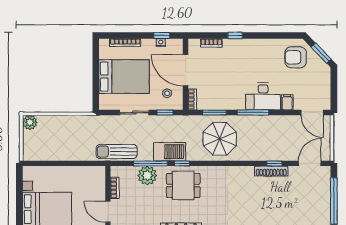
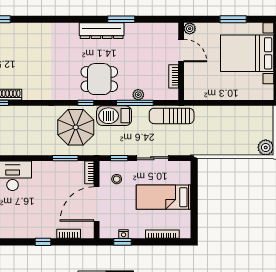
door: (186, 70) -> (97, 204), swing flipped
bed: (124, 77) -> (164, 197), width x0.67
window: (253, 113) -> (23, 158), removed
parasol: (220, 139) -> (76, 127), moved
sun lounger: (117, 151) -> (172, 116), turned 180
window: (182, 163) -> (86, 103), moved
plant: (147, 176) -> (138, 95), width x0.53, depth x0.53

